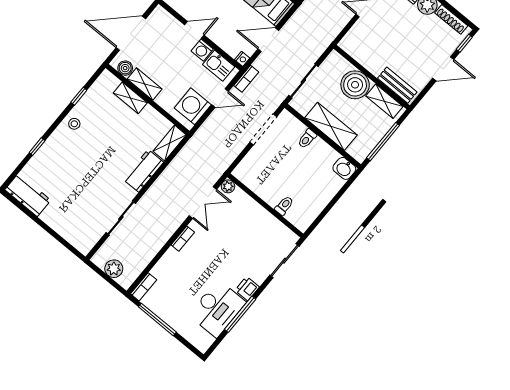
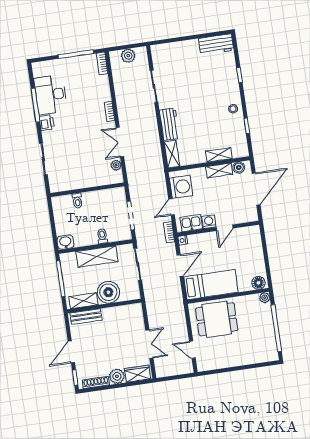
wall: (265, 205) -> (87, 190), moved
toilet: (284, 206) -> (77, 201), moved

